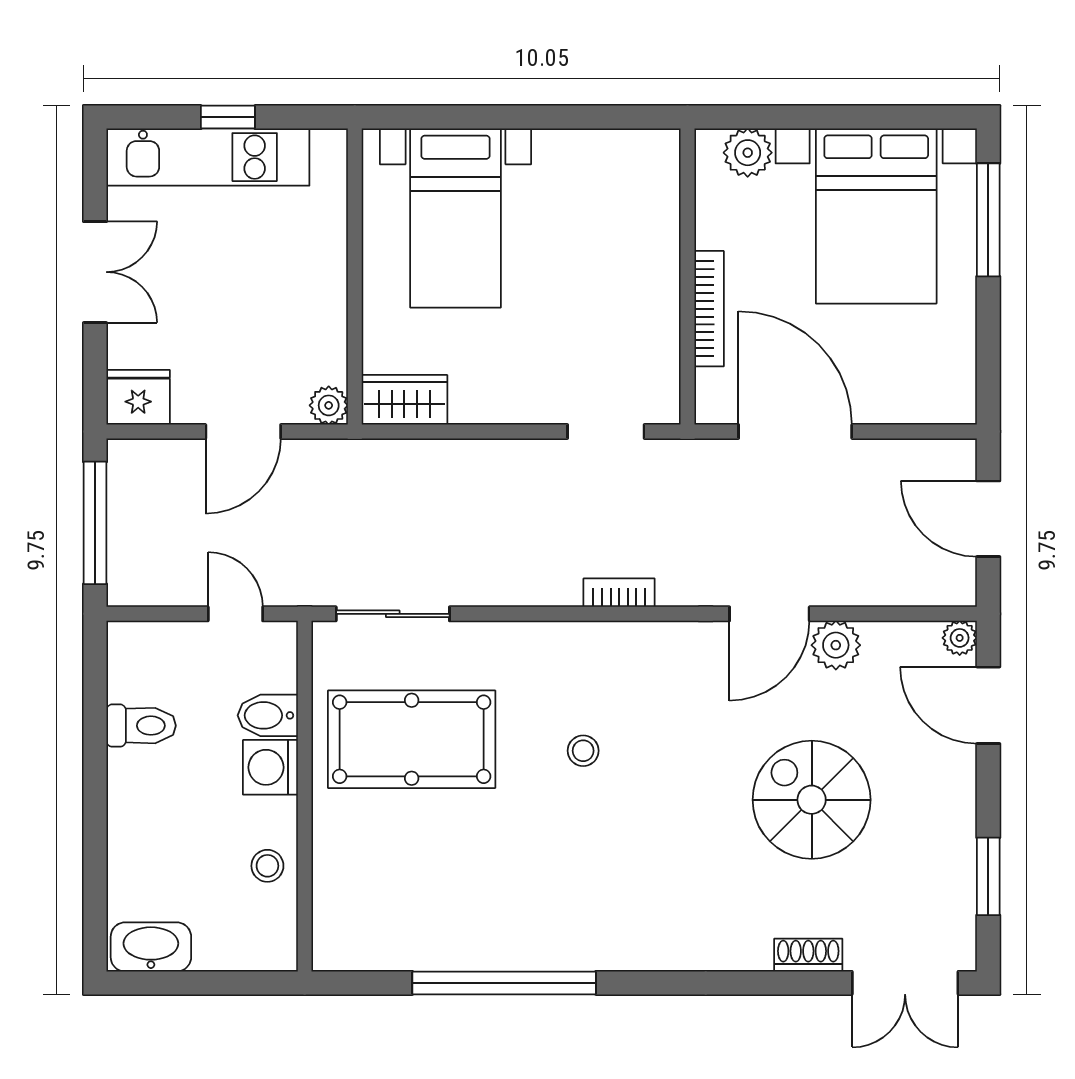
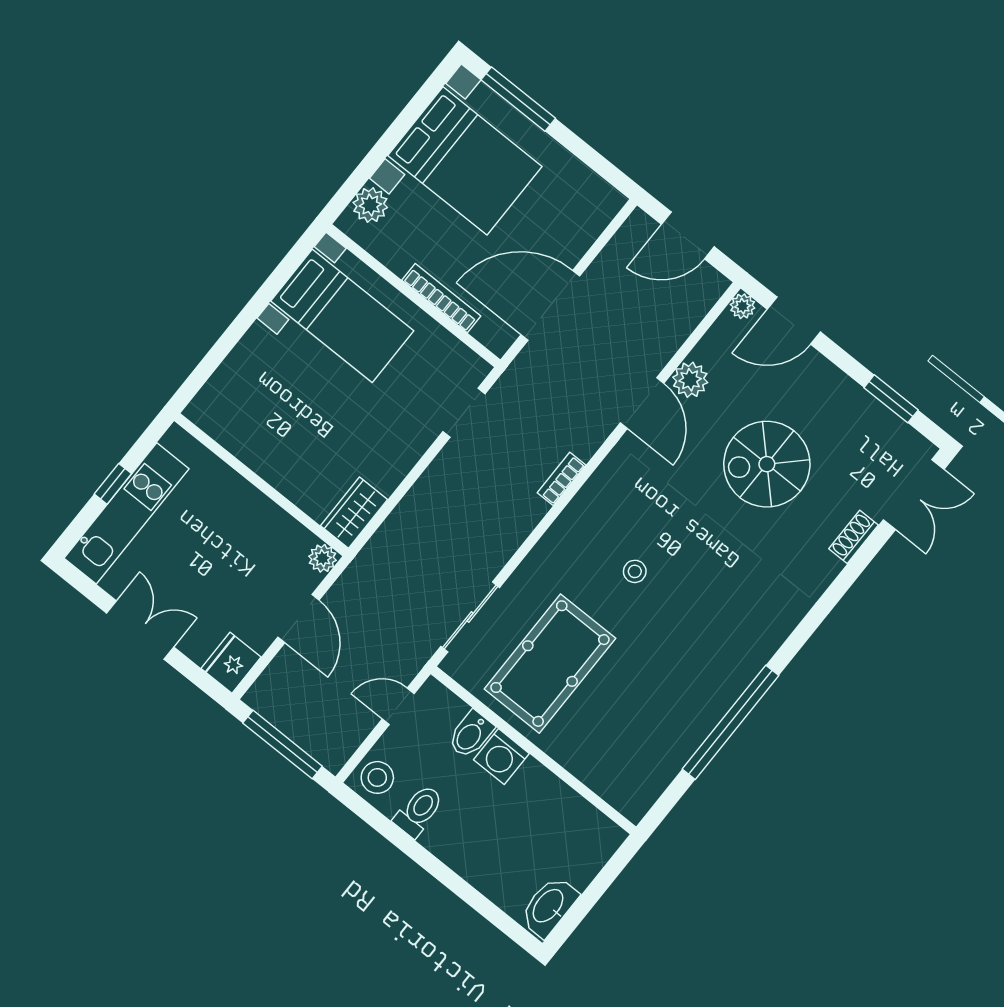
bed with nightstands: (456, 218) -> (342, 316), moved
stool: (267, 866) -> (377, 777), moved, width x1.37, depth x1.37

